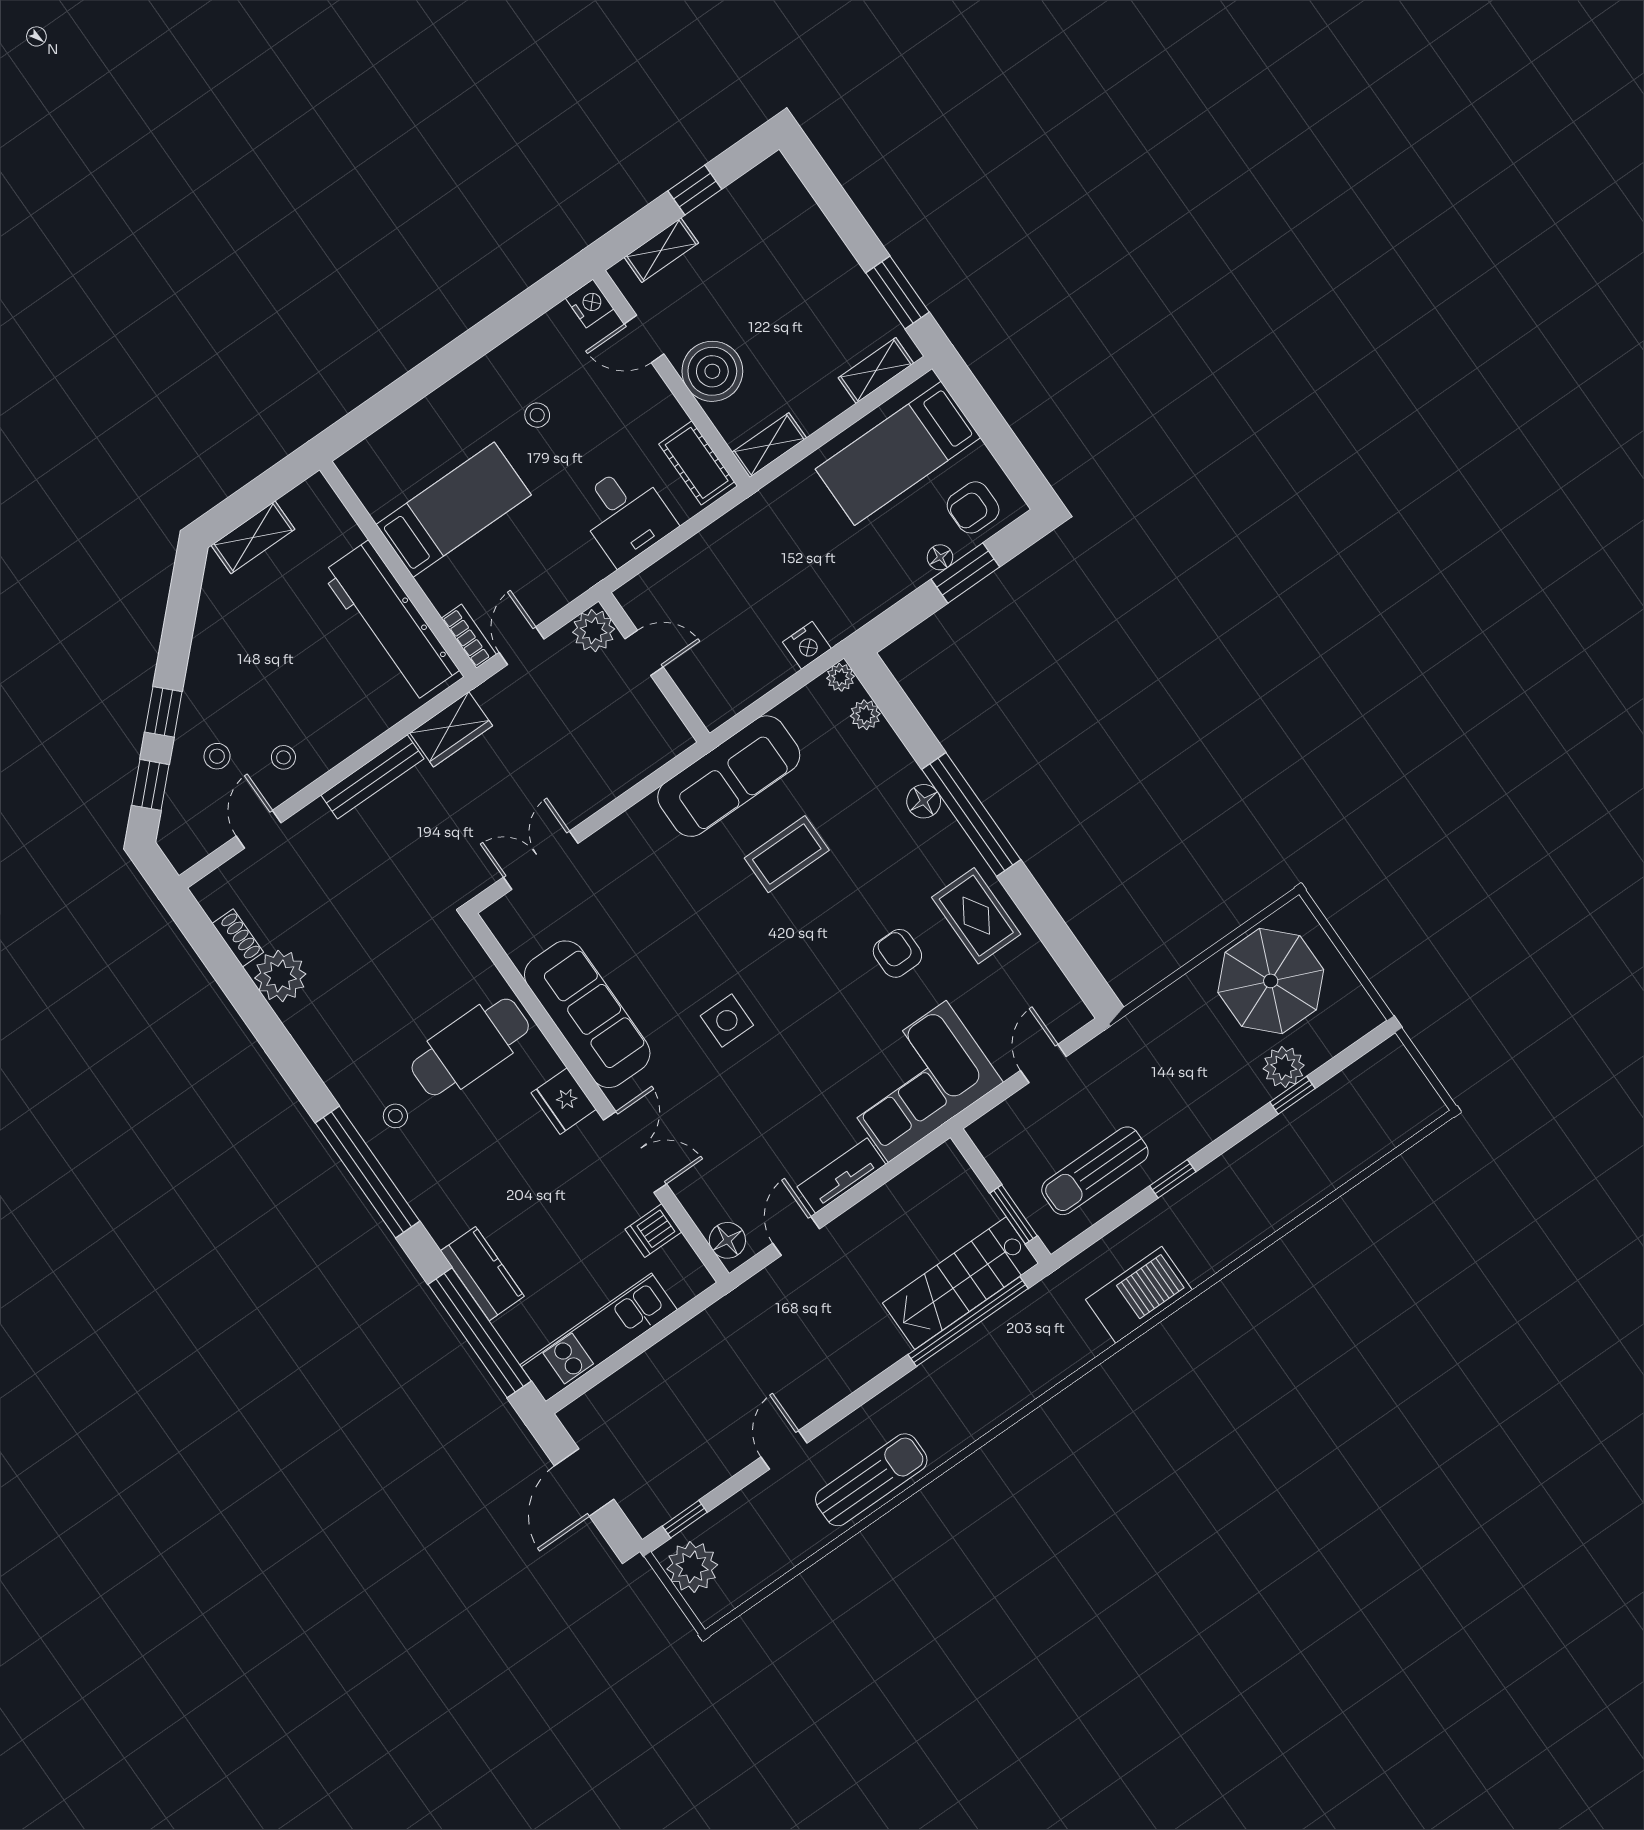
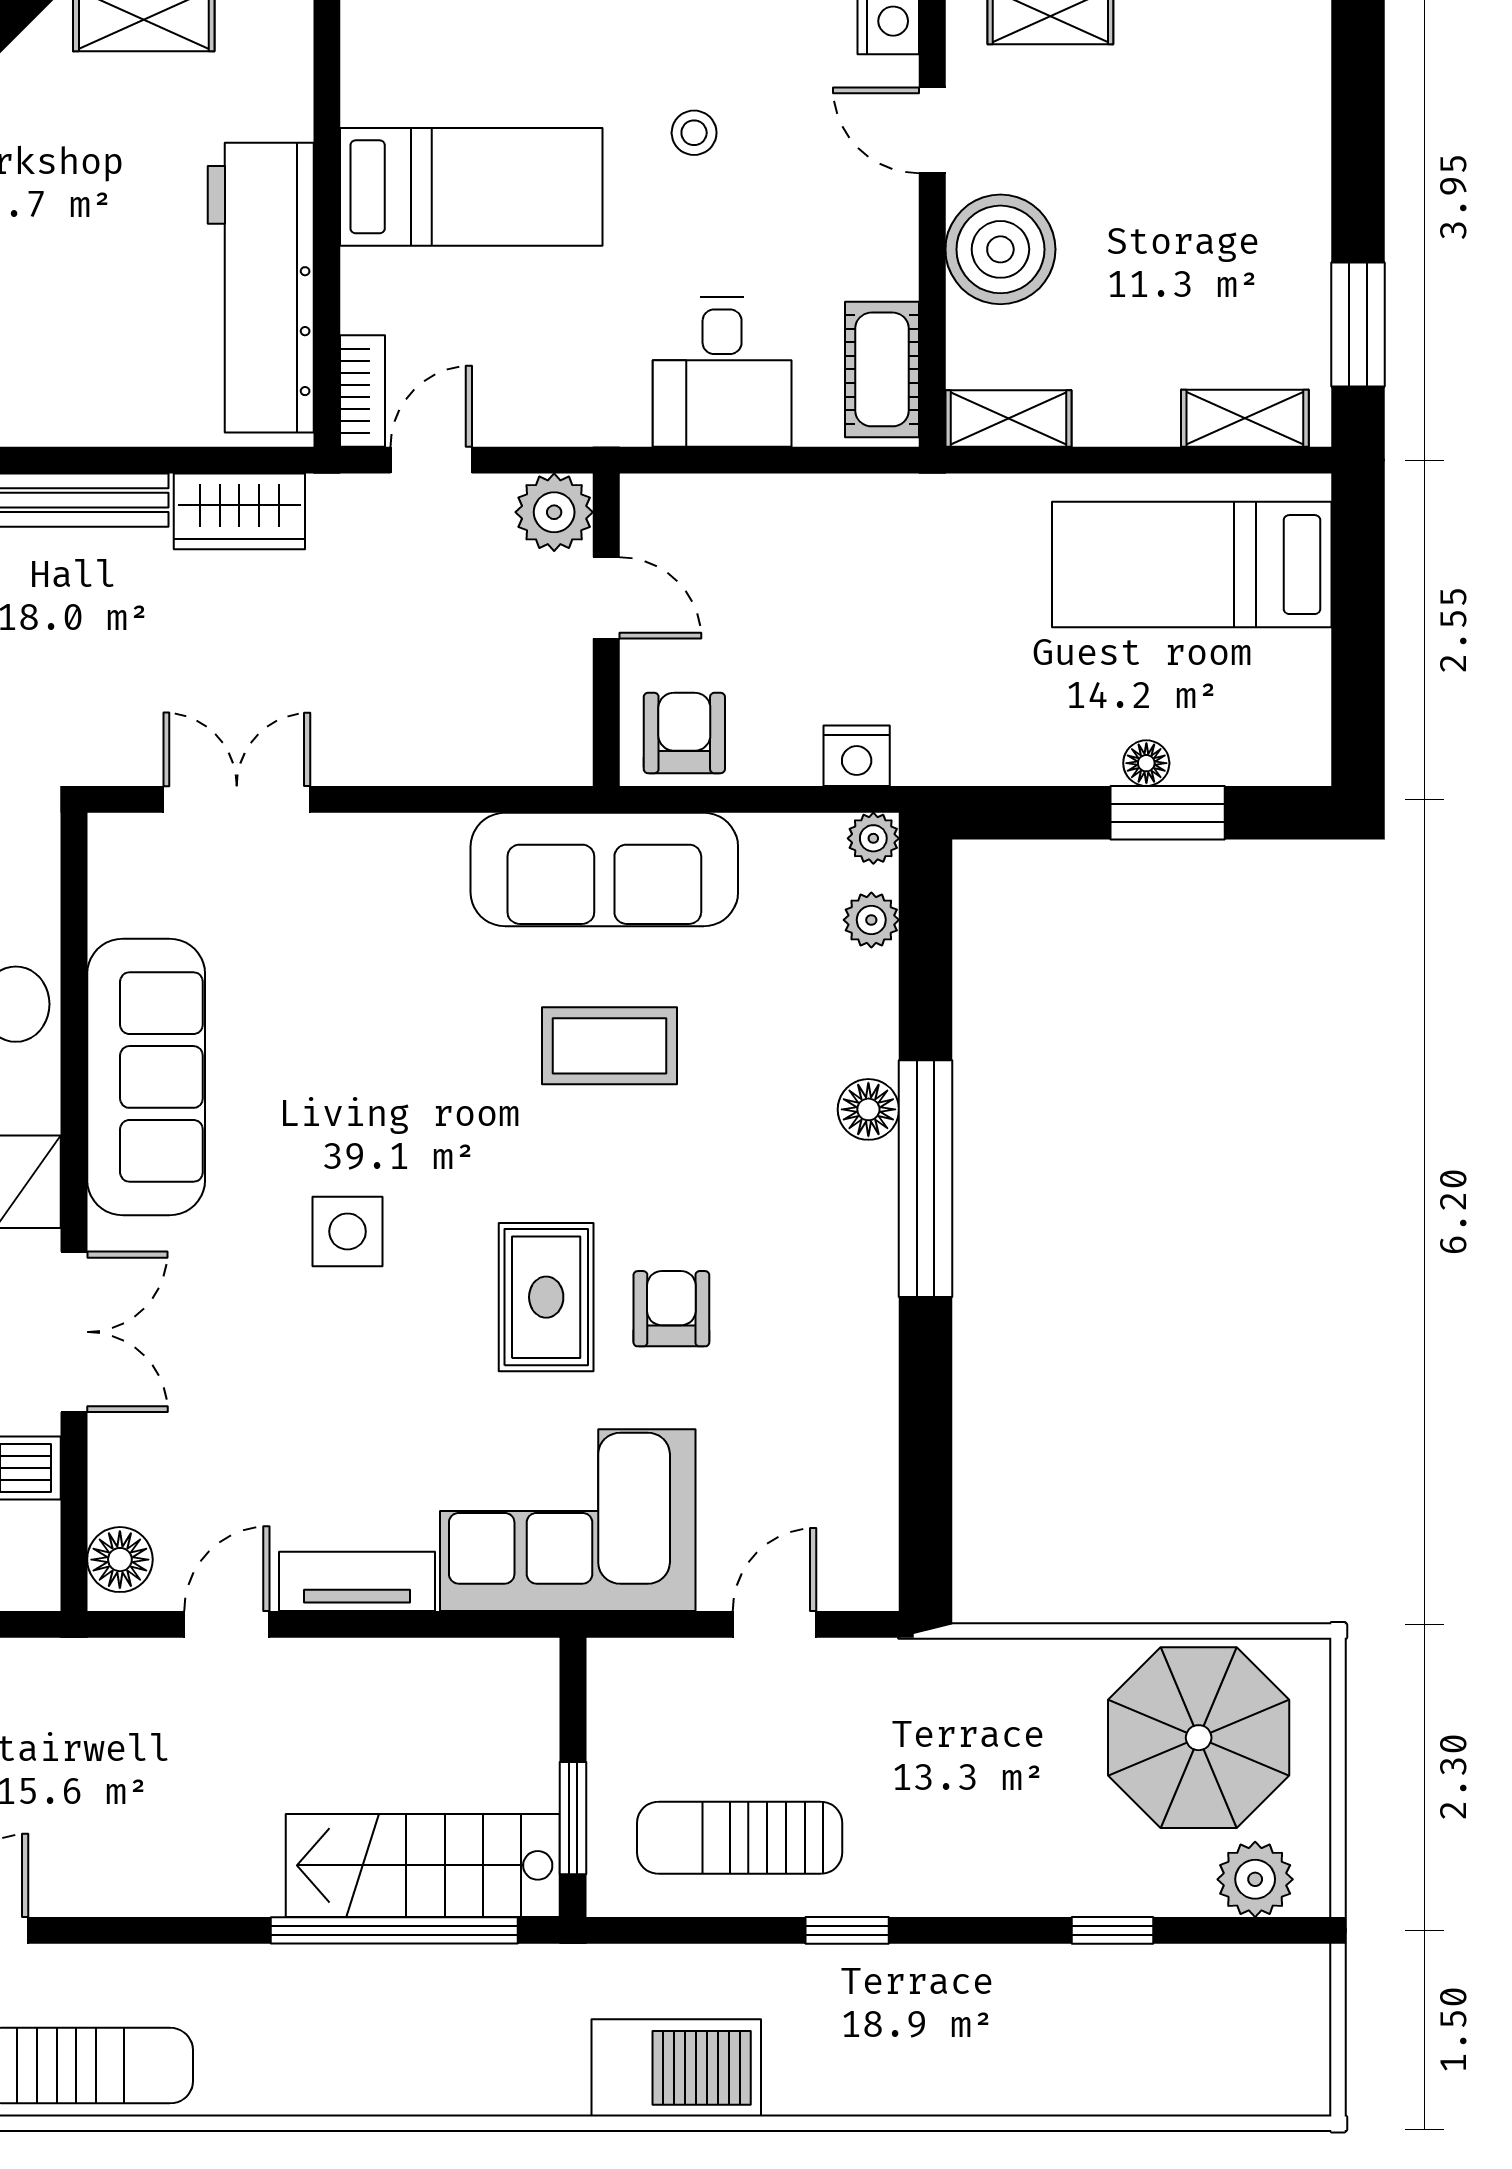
armchair: (973, 507) -> (684, 733), moved, turned 90
rug: (976, 916) -> (546, 1297), moved
plant: (1284, 1067) -> (1255, 1879), moved

